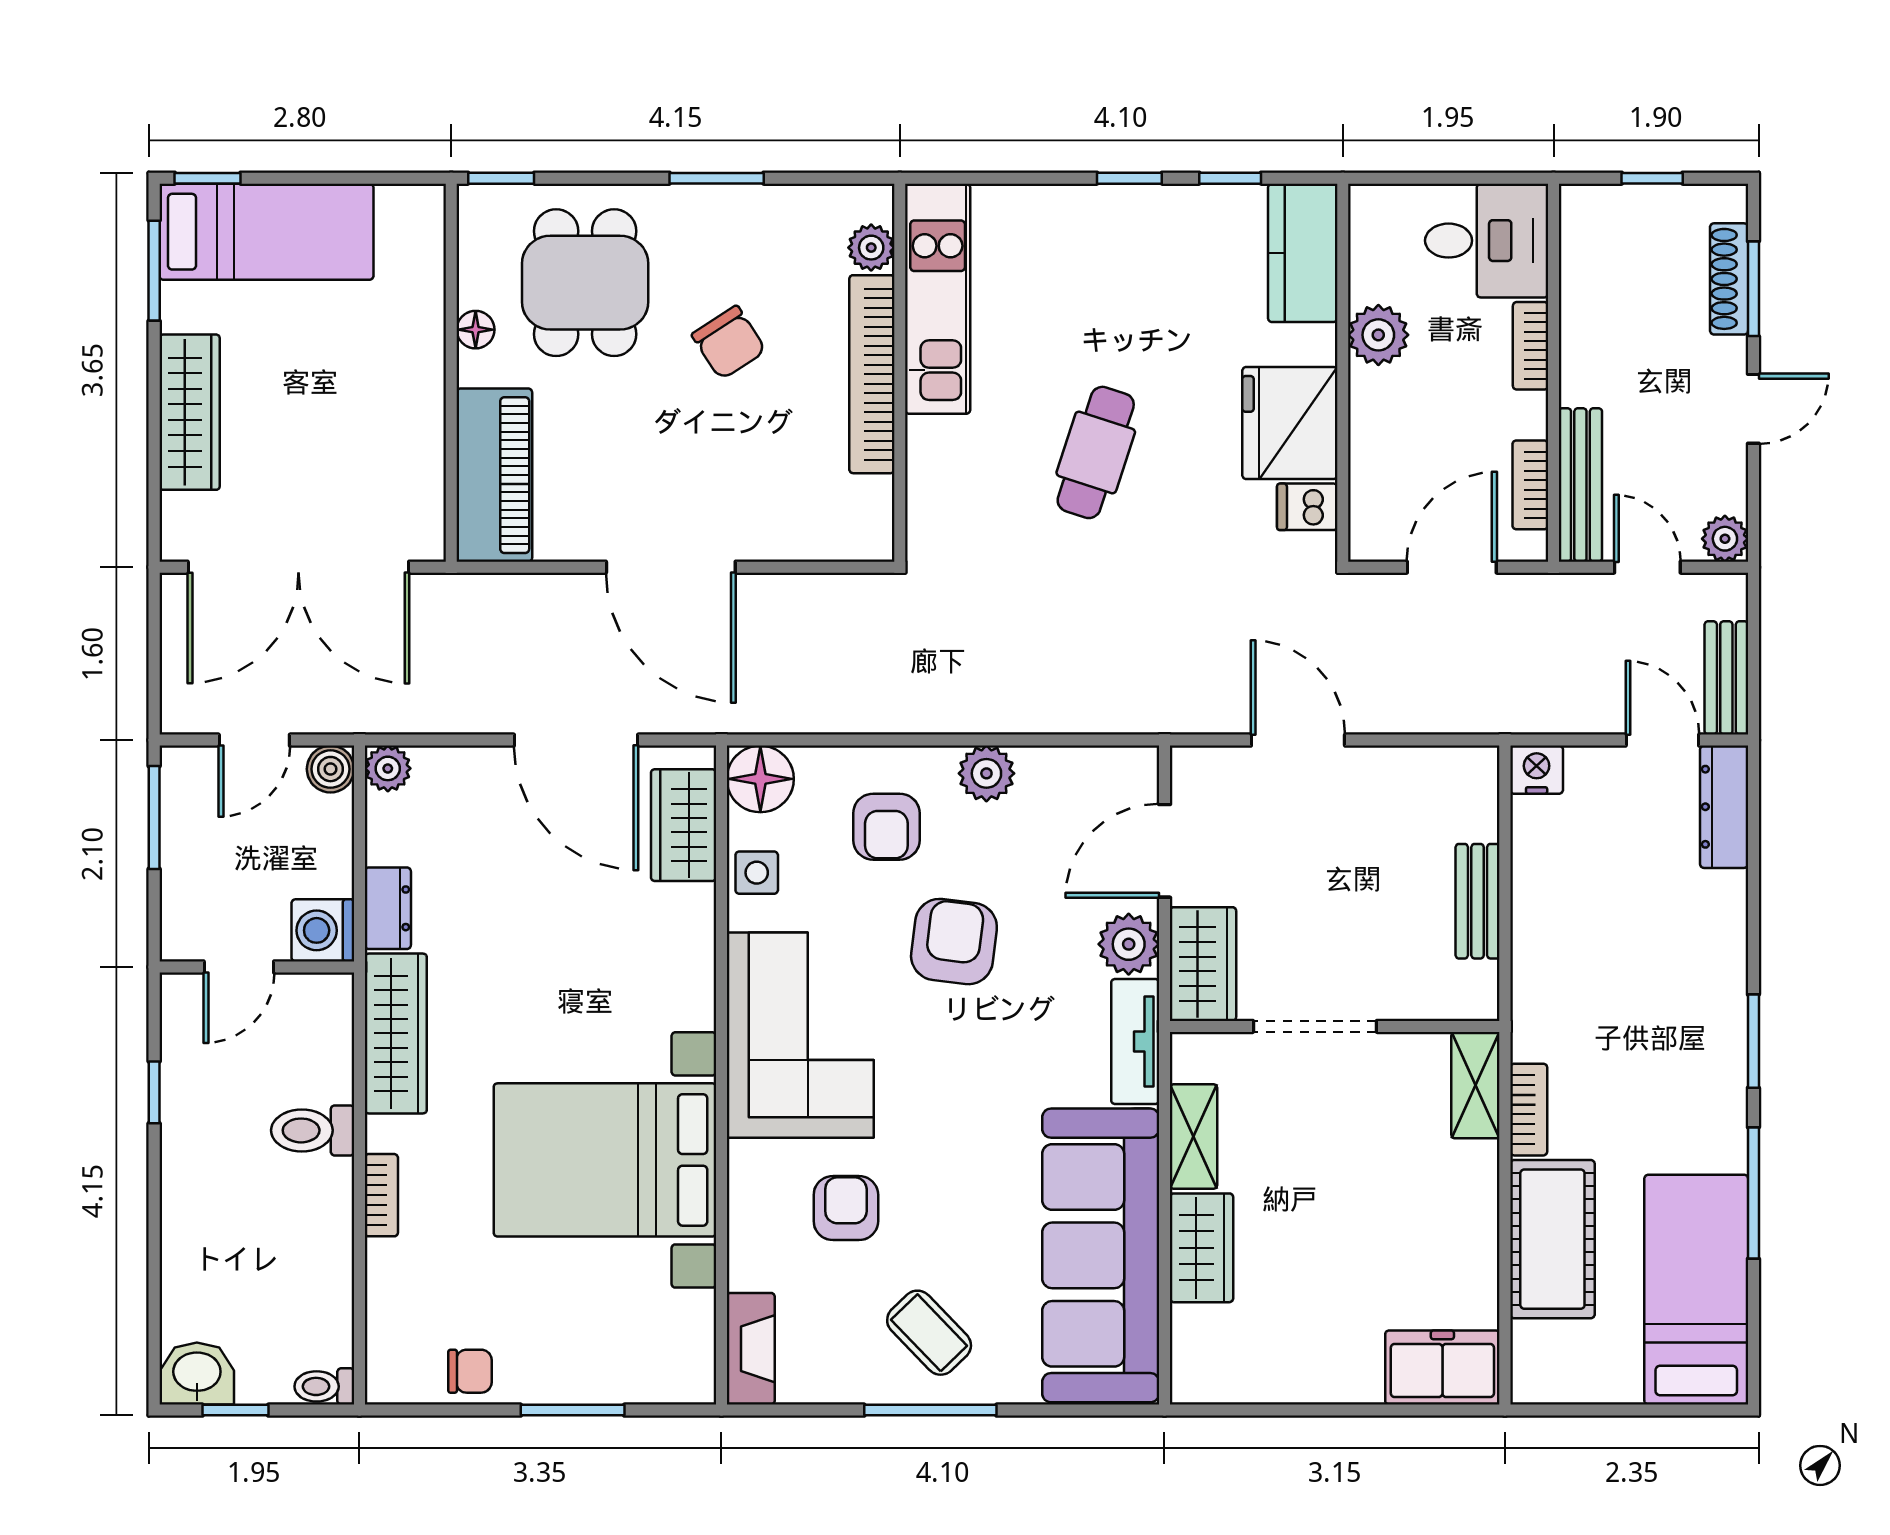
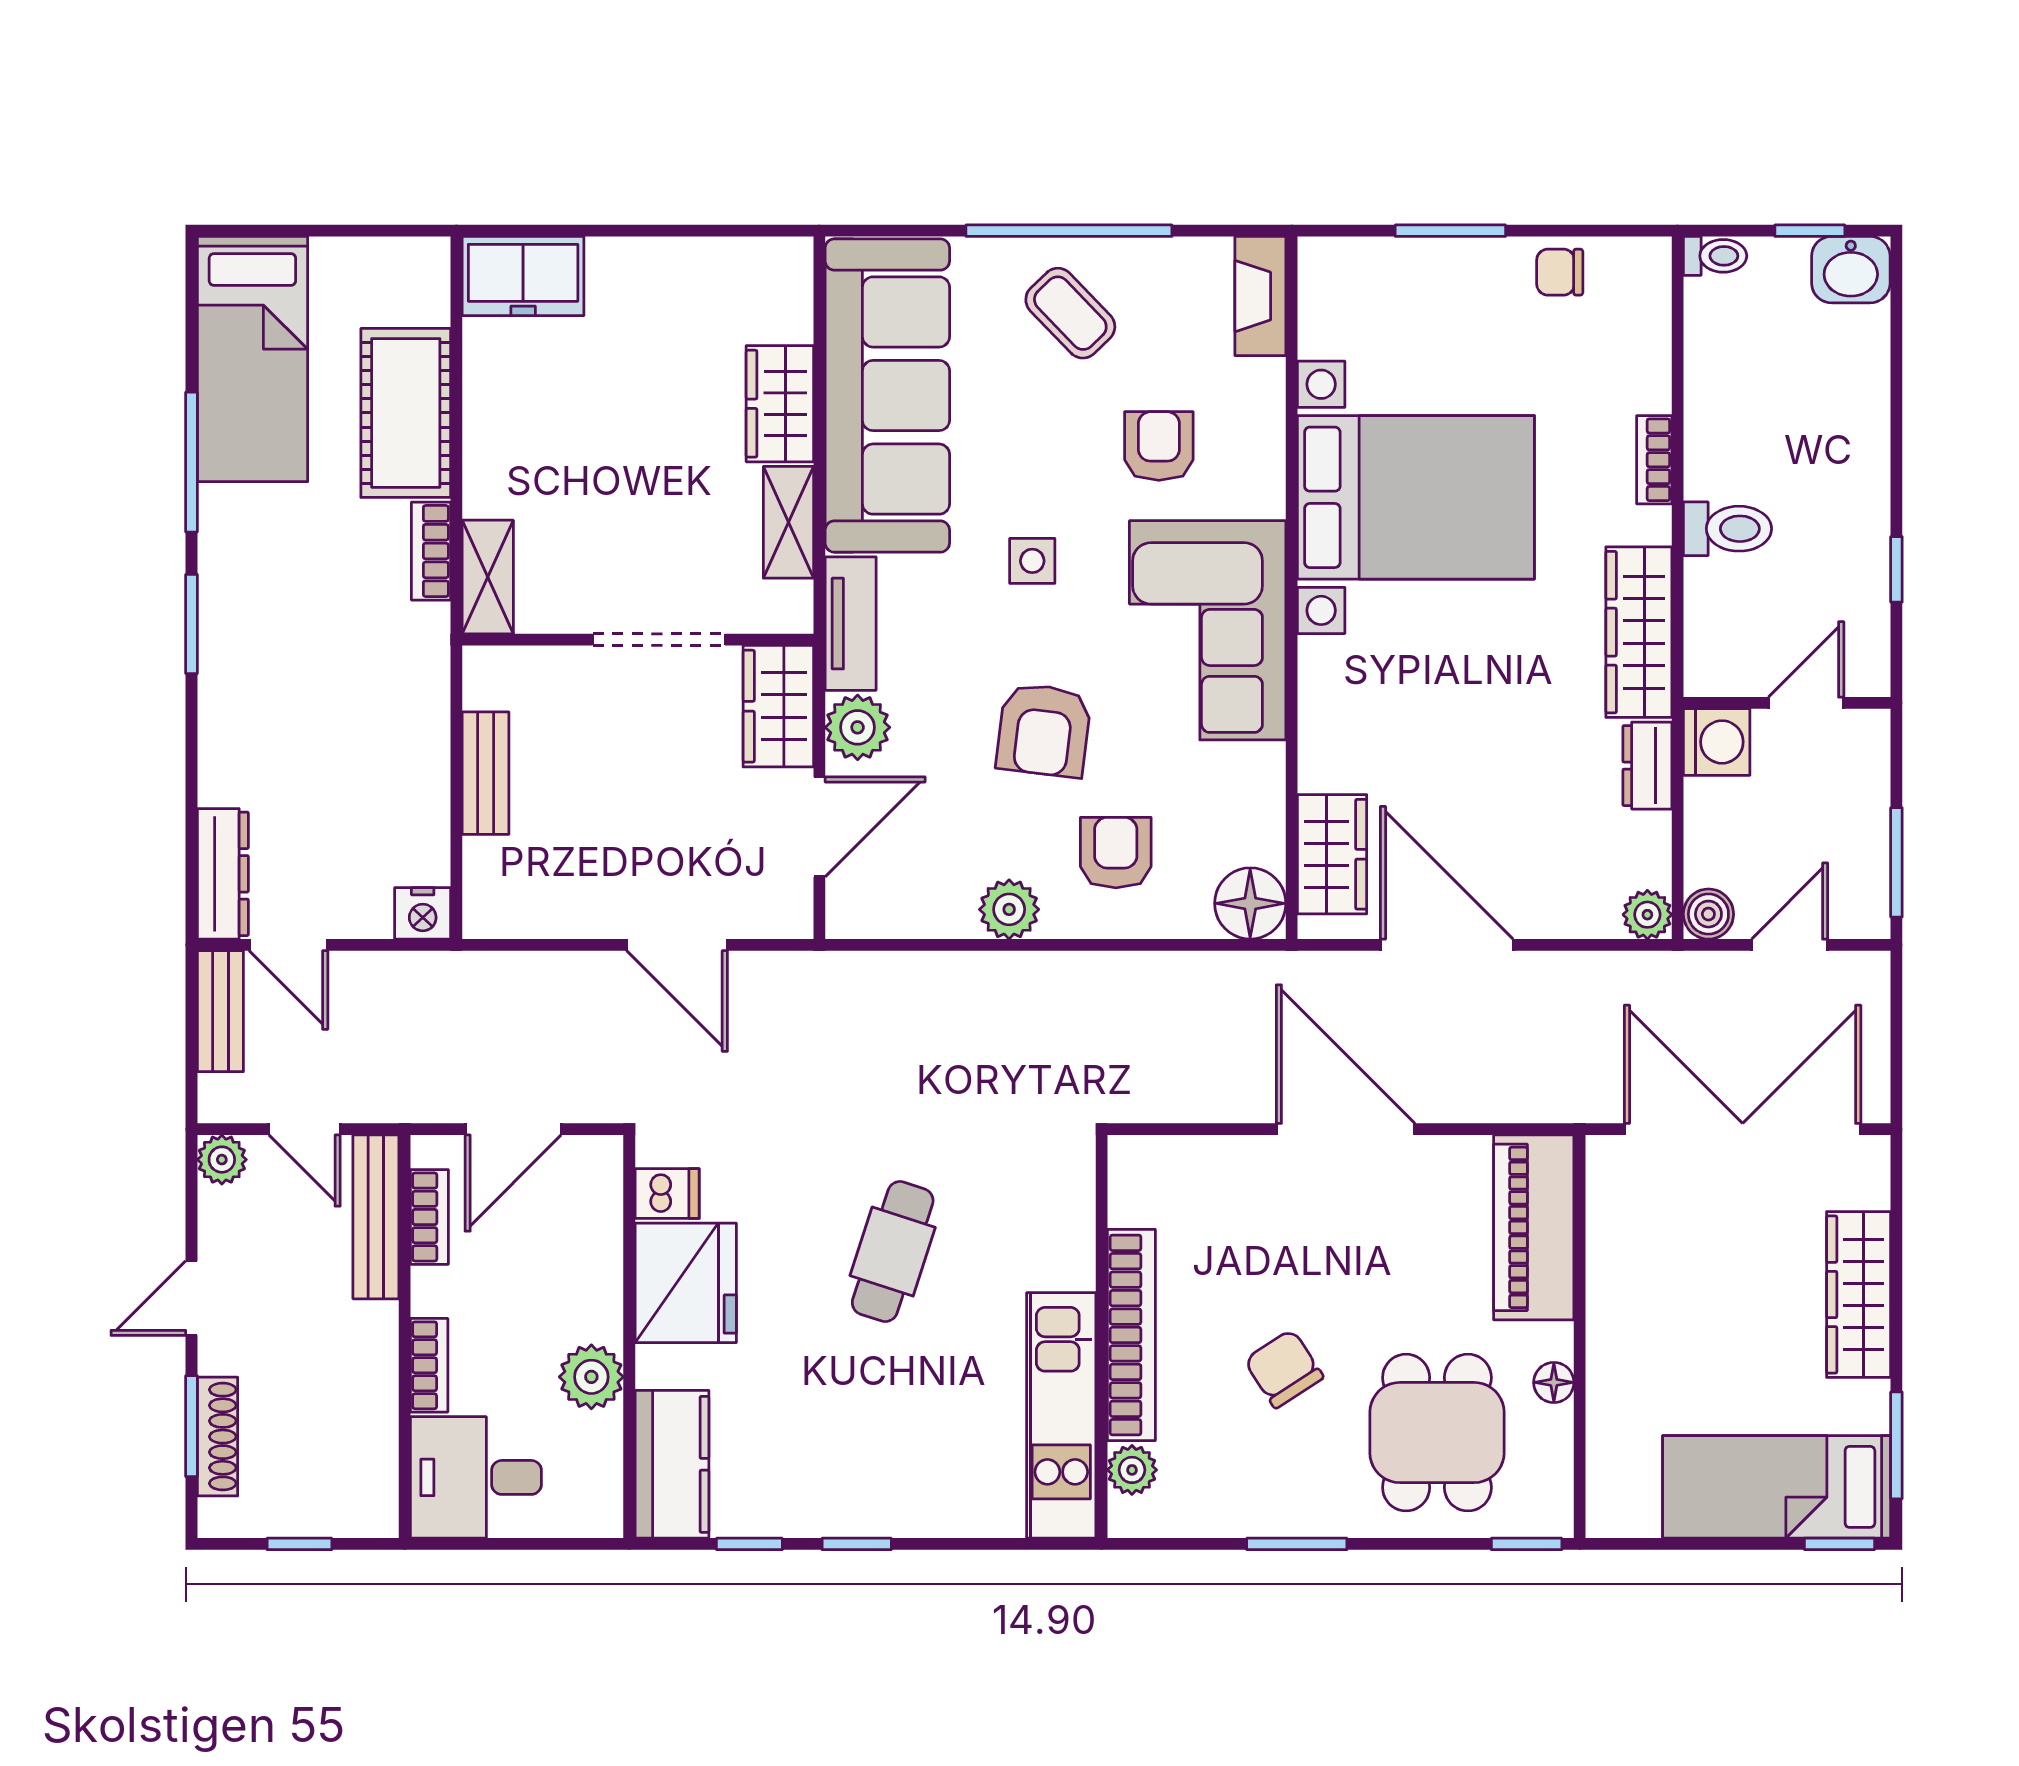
side table: (757, 873) -> (1032, 561), moved
armchair: (846, 1208) -> (1159, 446), turned 180
window: (930, 1410) -> (1069, 231), width x1.46

